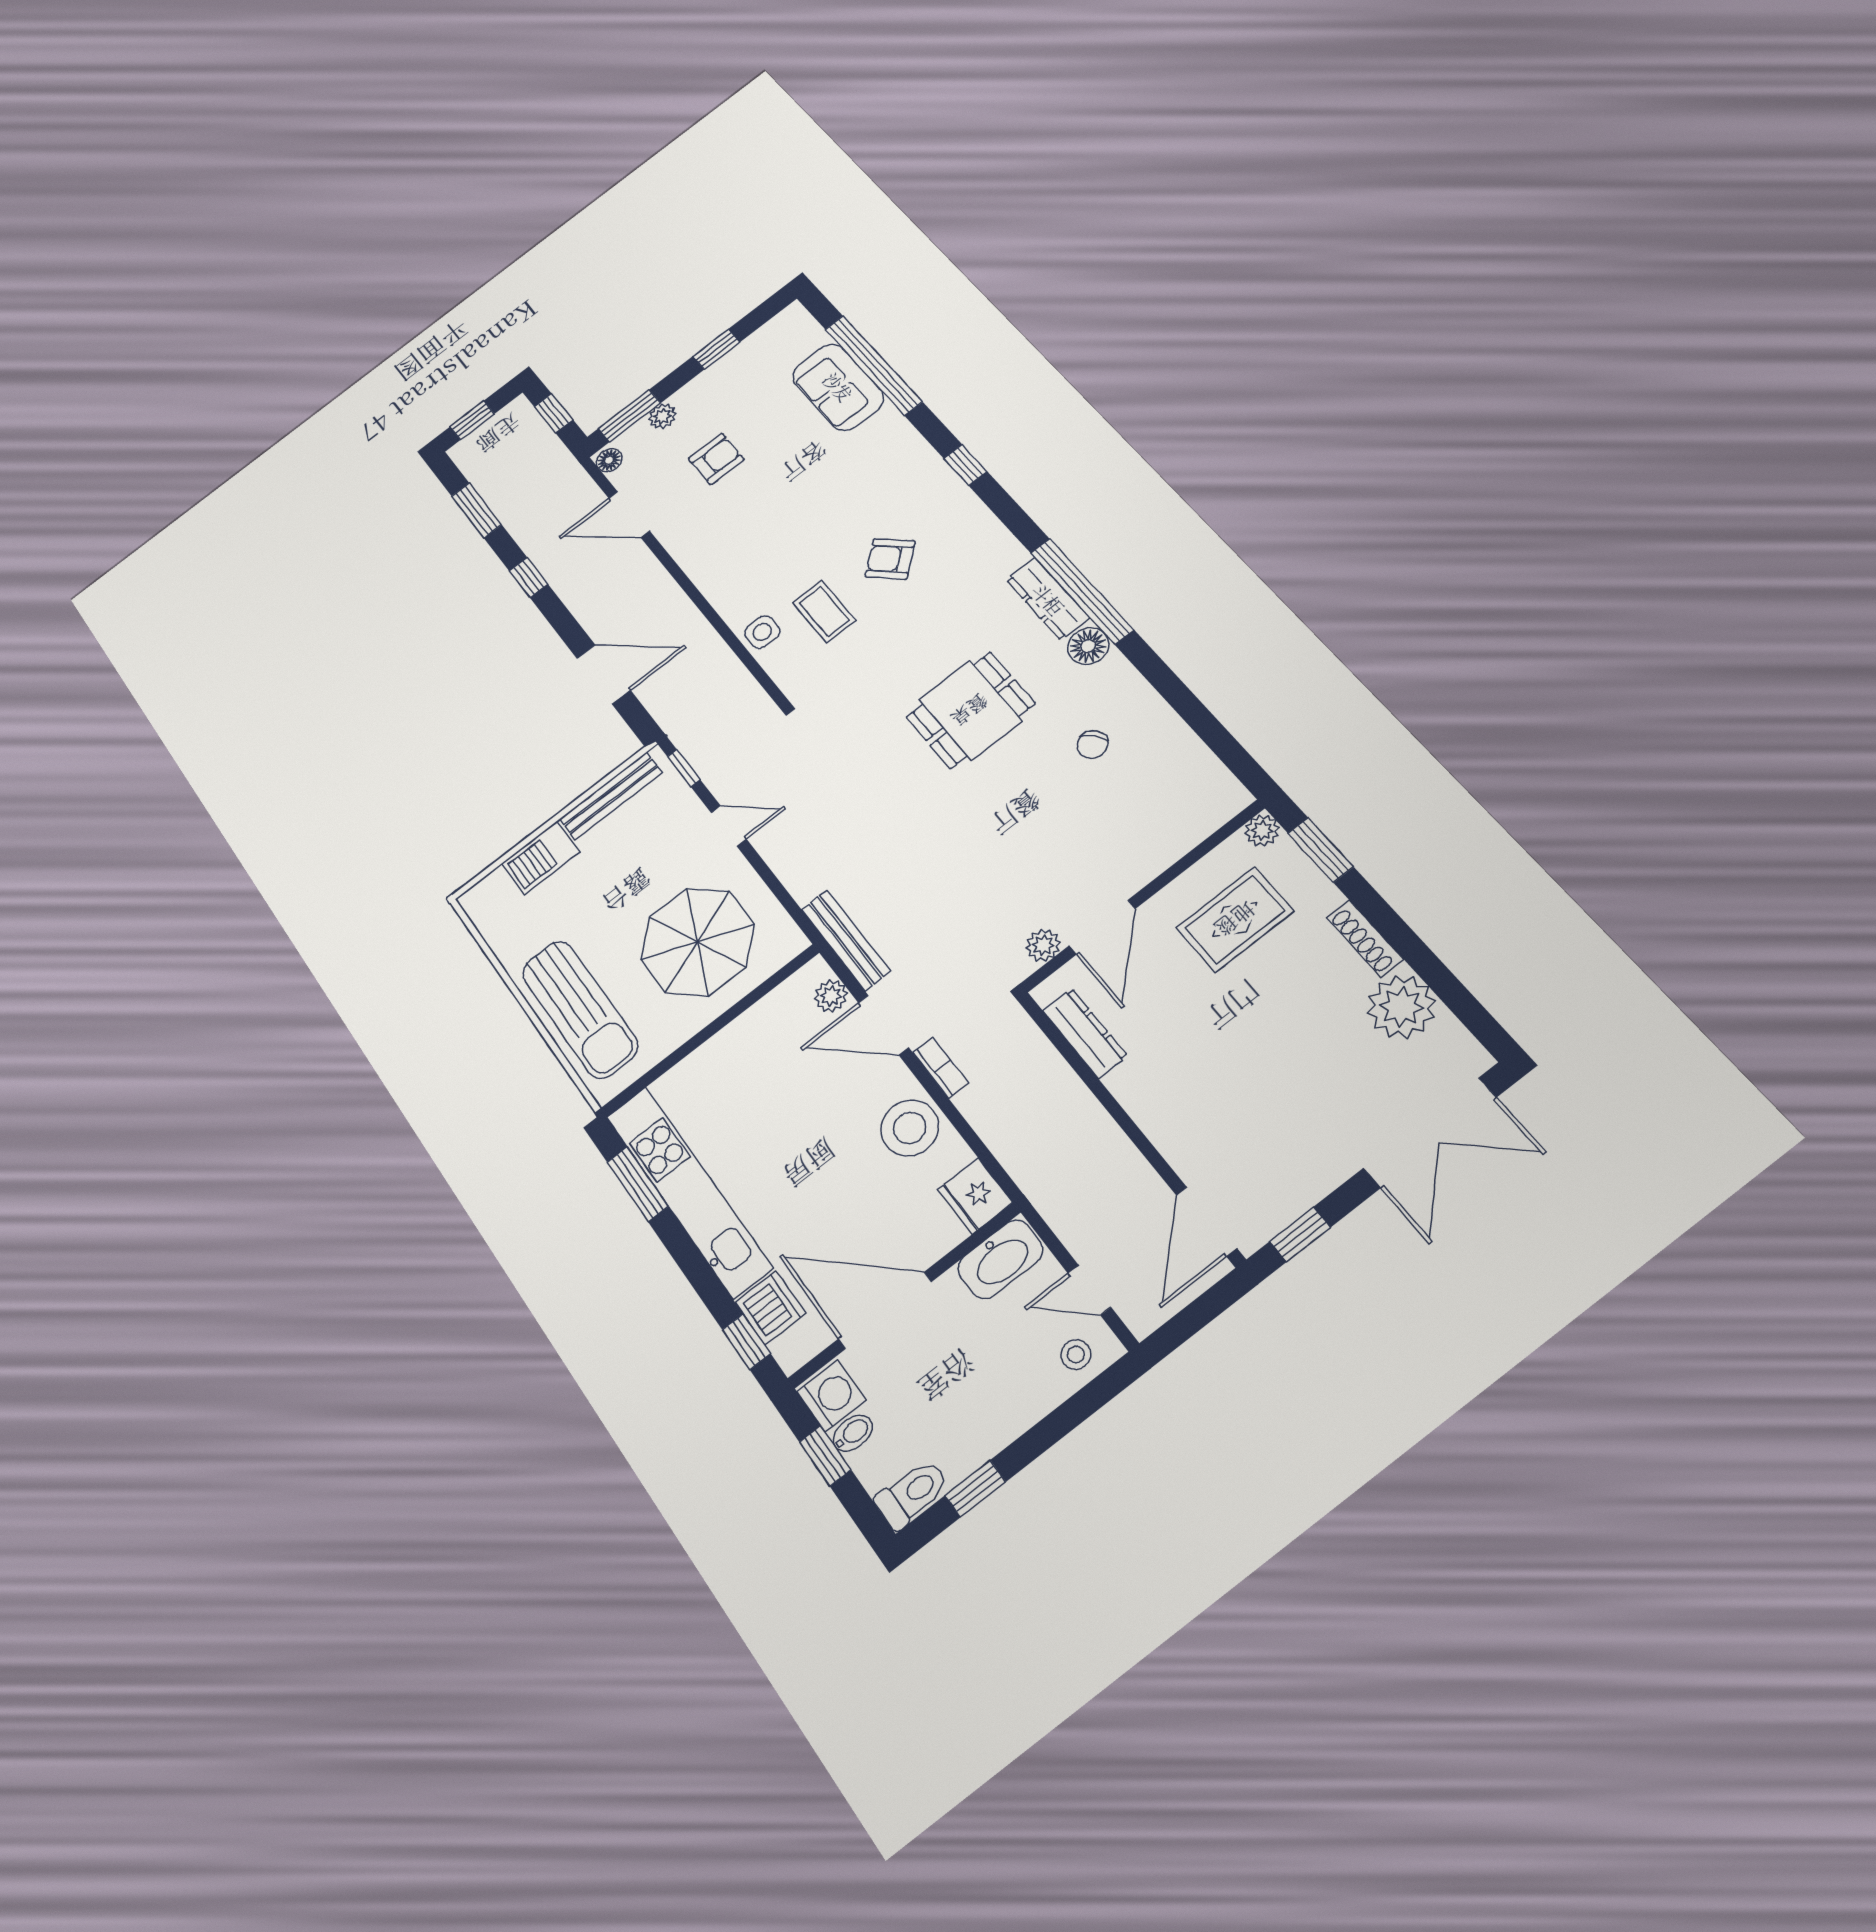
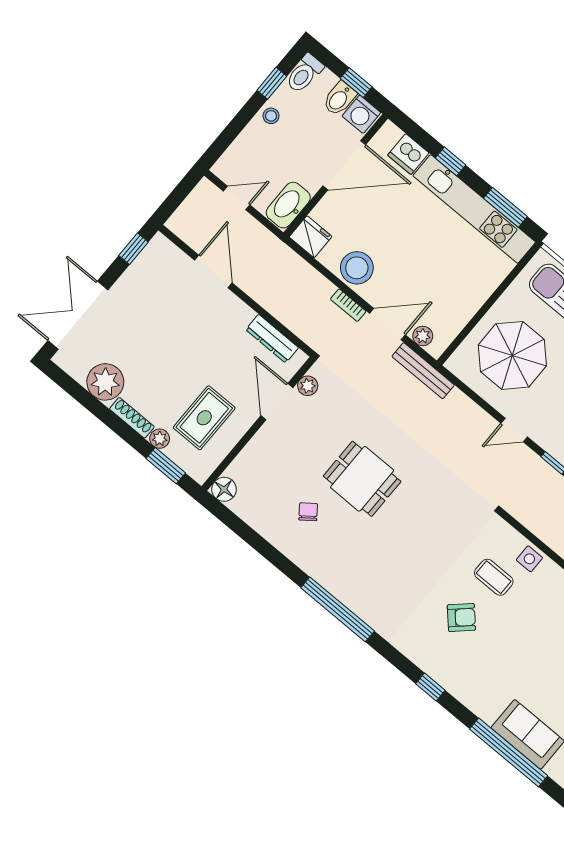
dresser: (1048, 599) -> (357, 602), removed
floor lamp: (1088, 646) -> (224, 489), moved
dining table: (970, 710) -> (362, 479), moved, turned 90
plant: (1262, 831) -> (160, 439), moved
door: (1206, 1221) -> (213, 272), moved
window: (746, 1342) -> (451, 161), moved
stool: (1076, 1354) -> (271, 116), moved
bidet: (853, 1433) -> (339, 99), width x1.38, depth x1.36

